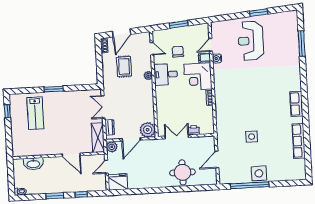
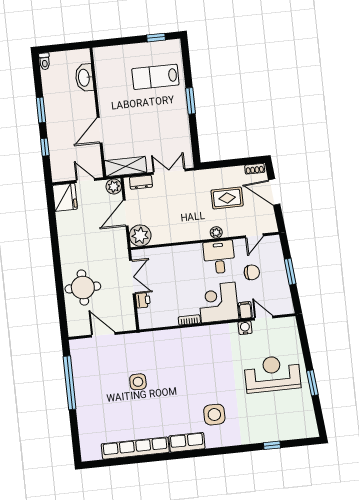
window: (302, 44) -> (272, 445), width x0.46
door: (131, 139) -> (126, 213), hinge flipped
row of seats: (299, 141) -> (135, 448), width x1.36
side table: (259, 173) -> (214, 415), moved

